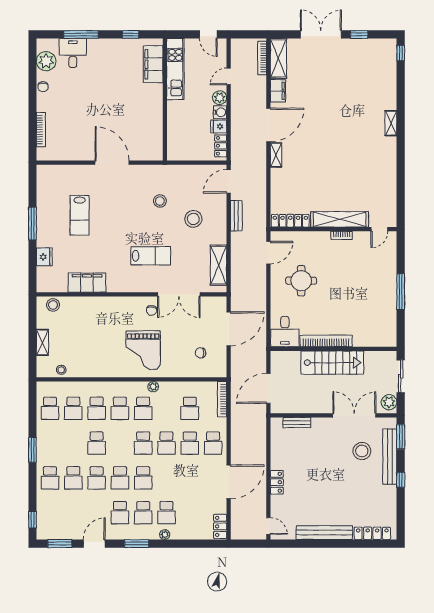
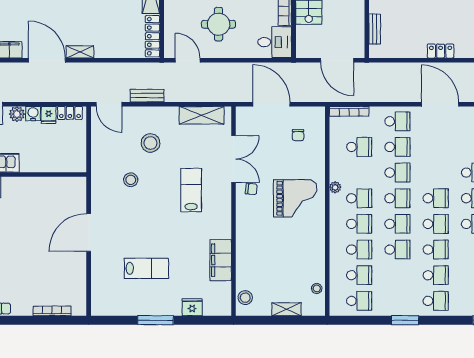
school desk: (120, 443) -> (397, 224), added

